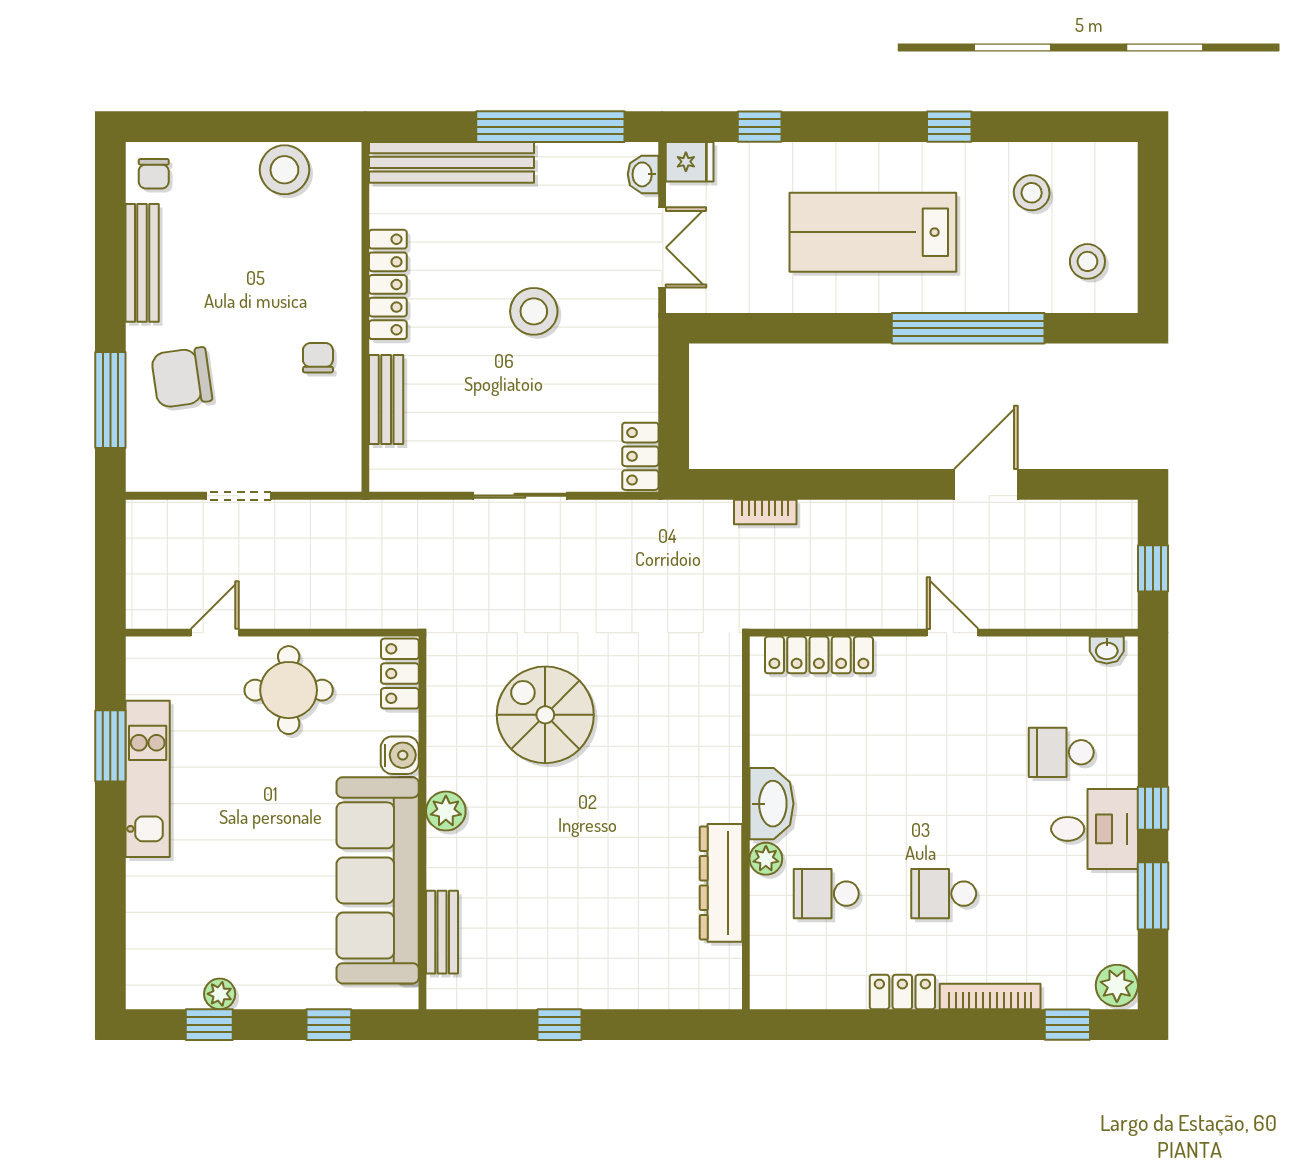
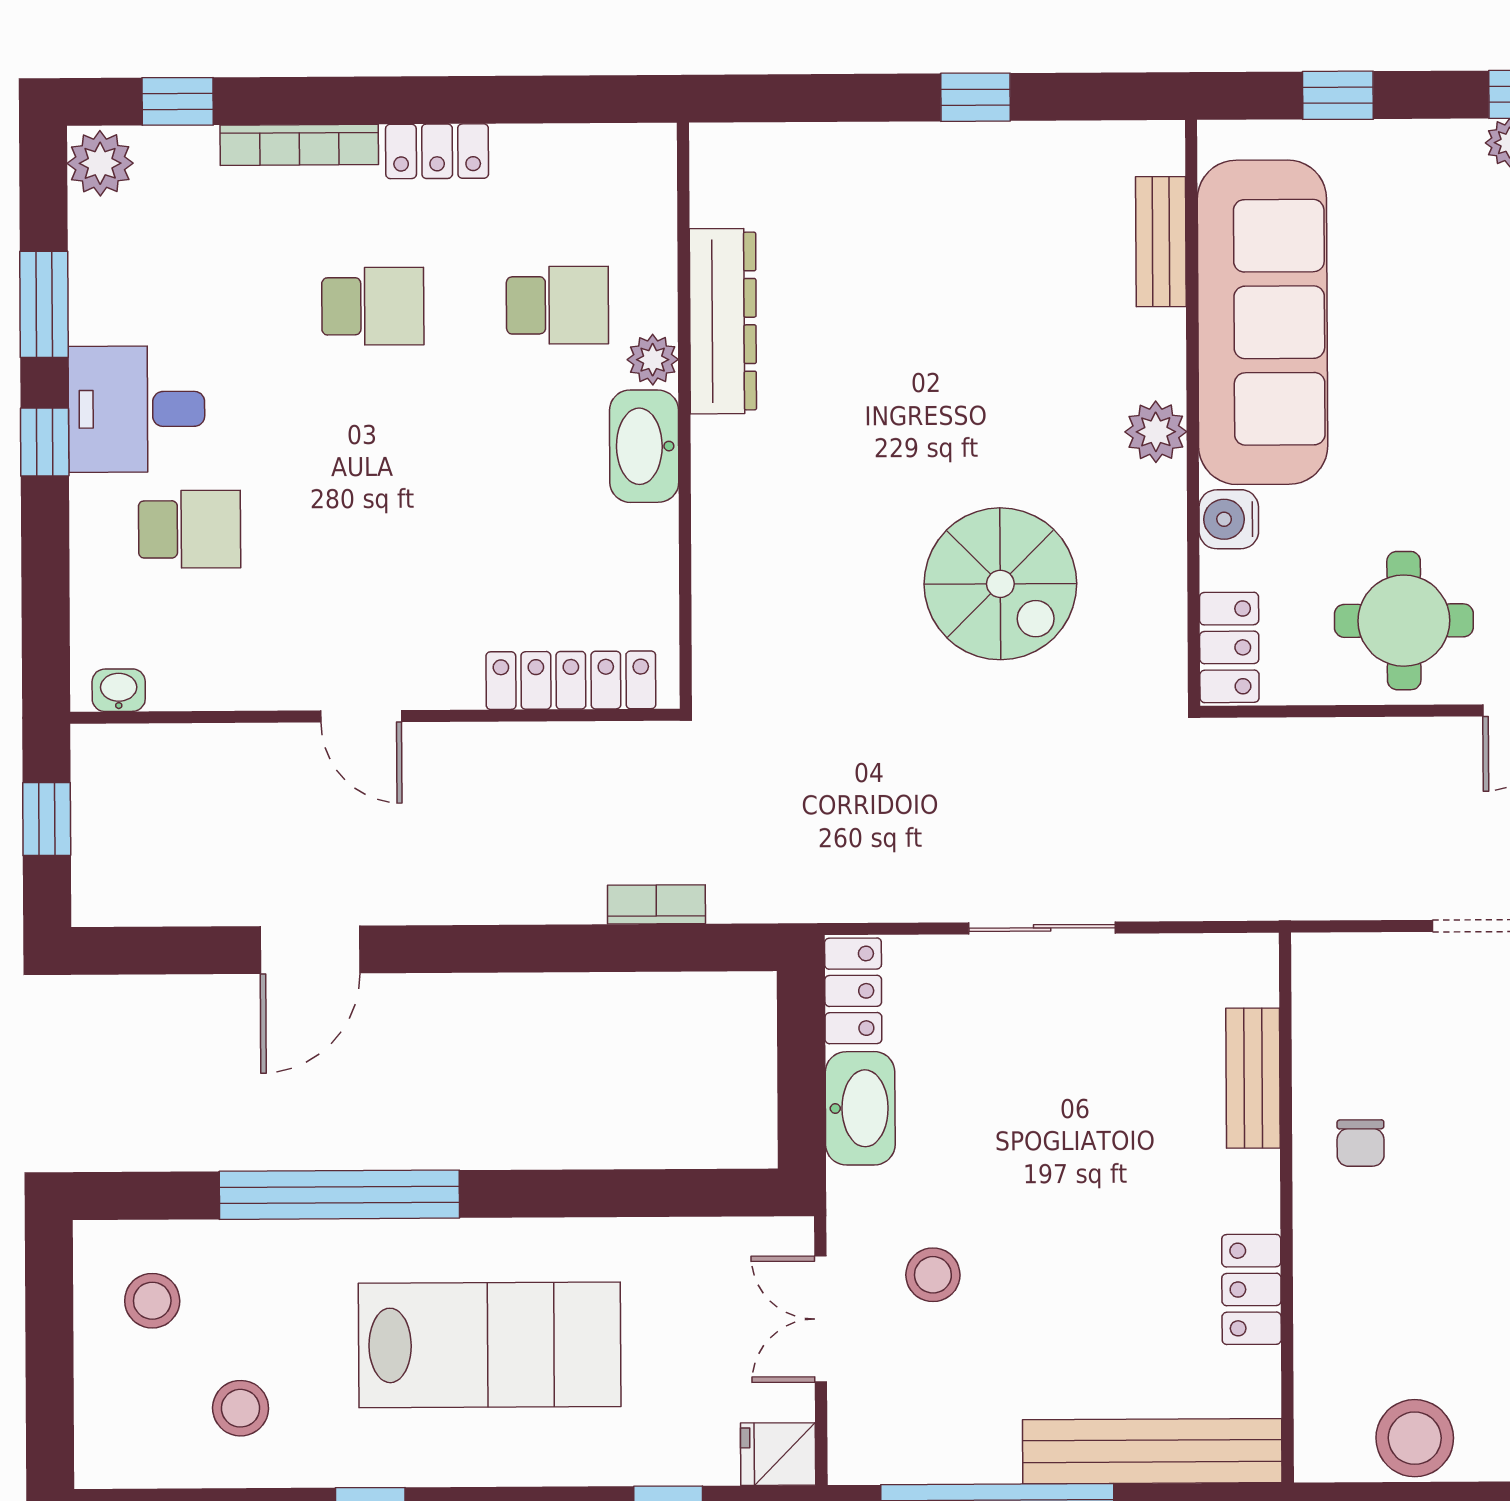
washbasin: (643, 174) -> (860, 1108), moved, width x1.91, depth x1.45
locker: (388, 284) -> (1251, 1289), width x0.66
stool: (534, 311) -> (933, 1275), moved, width x0.73, depth x0.73

